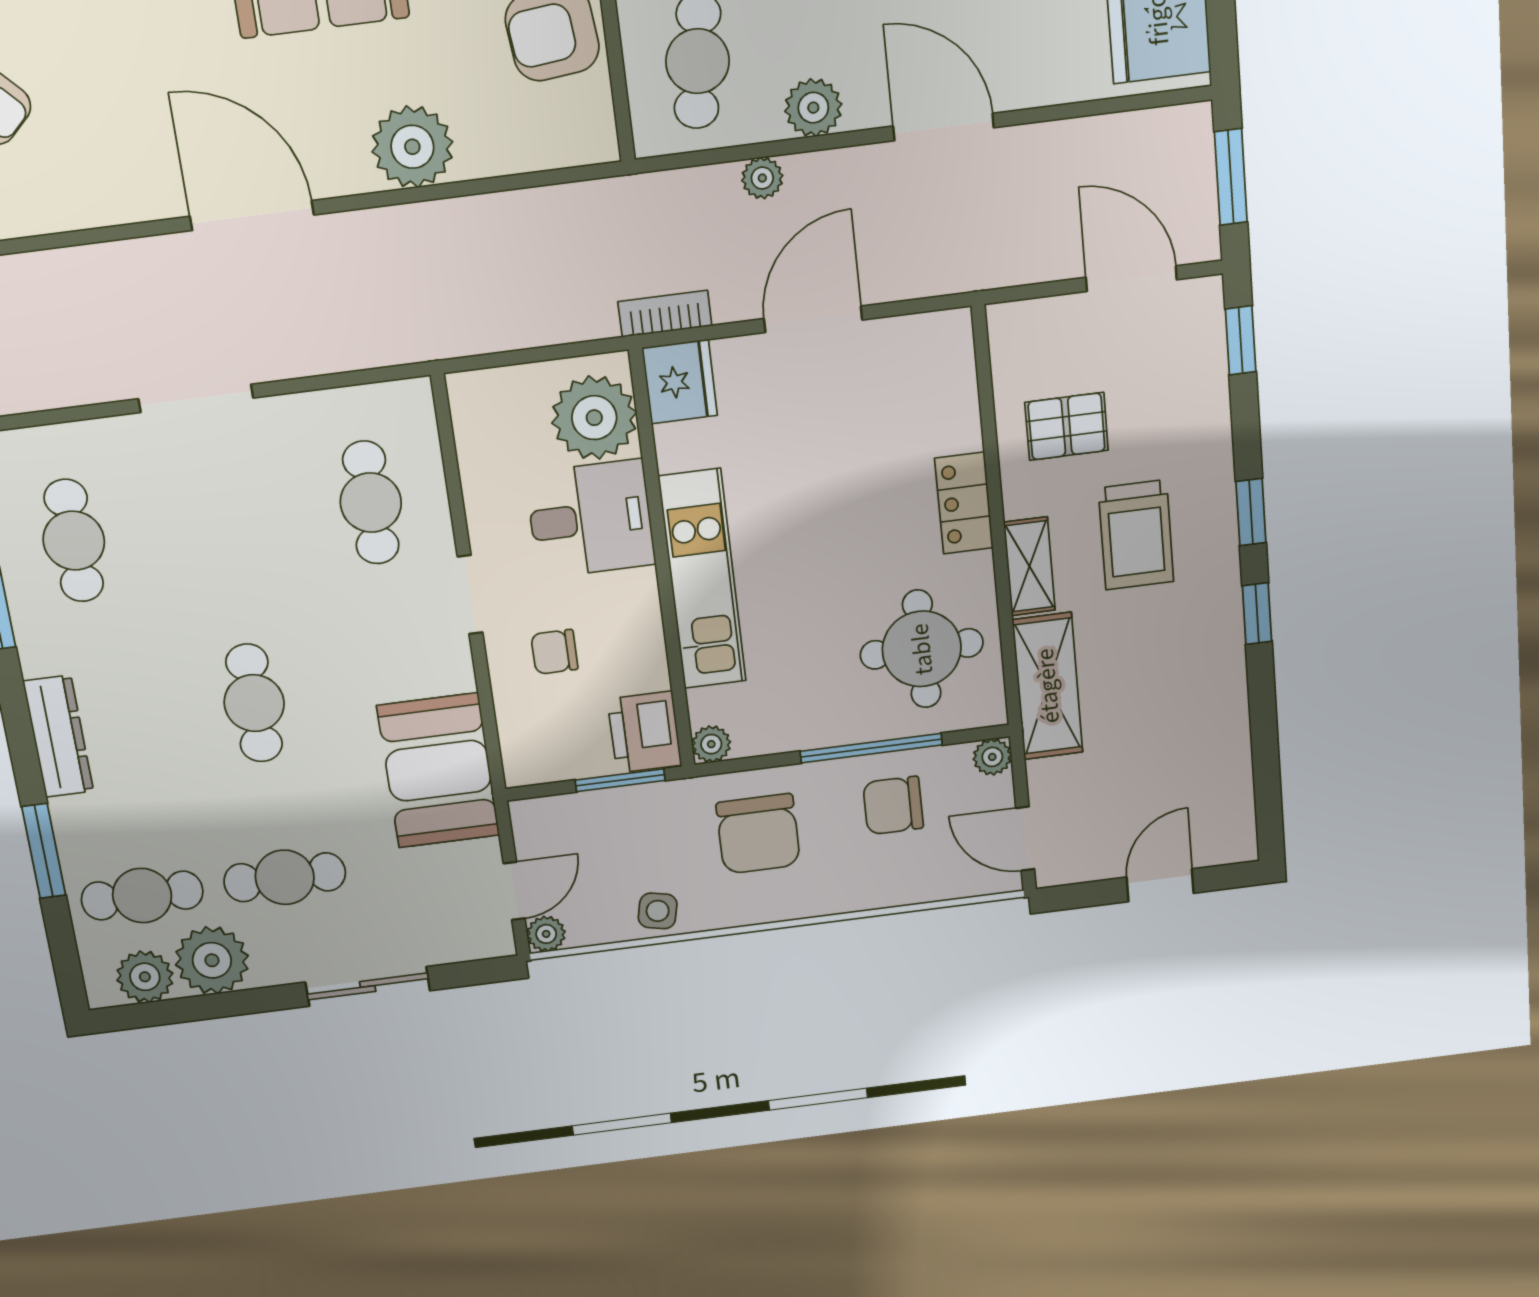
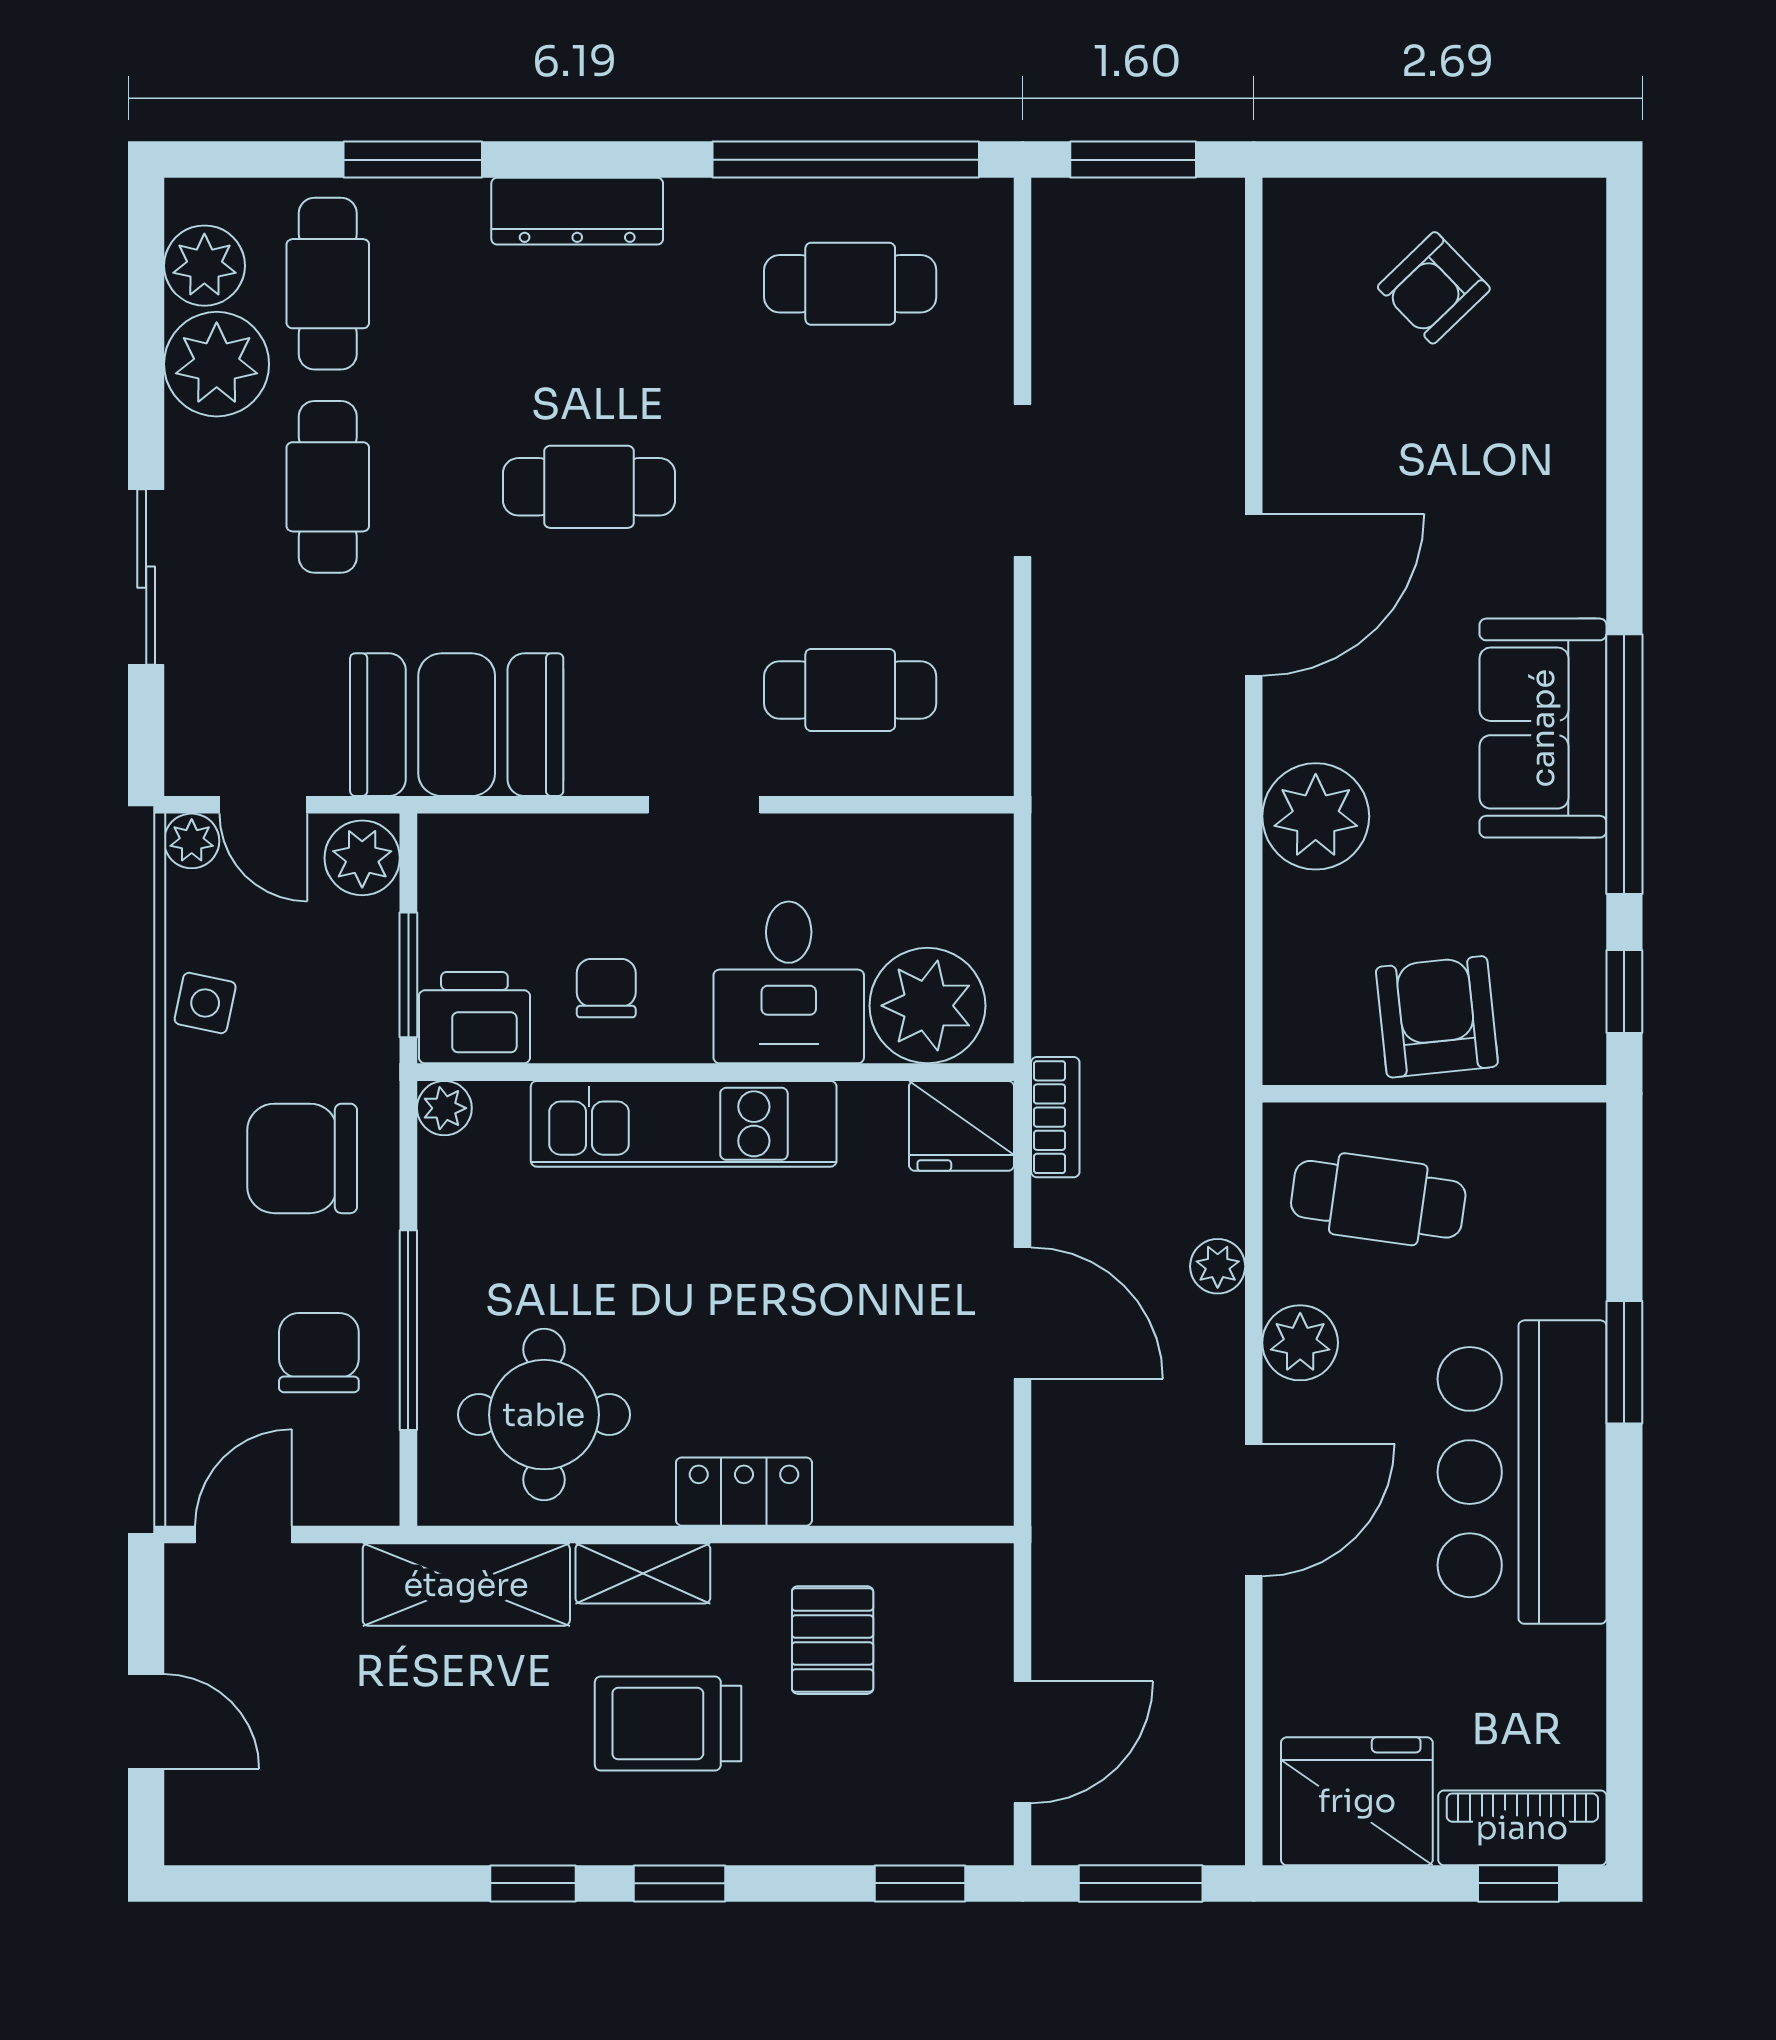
chair: (554, 652) -> (606, 988), moved
plant: (992, 757) -> (362, 858), moved, width x1.38, depth x1.38

